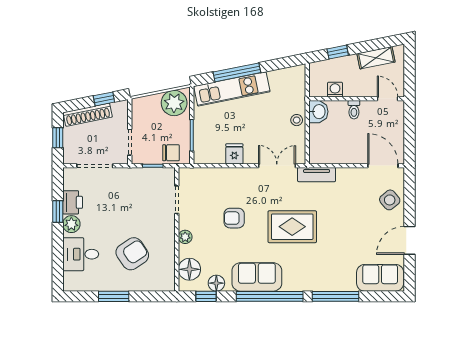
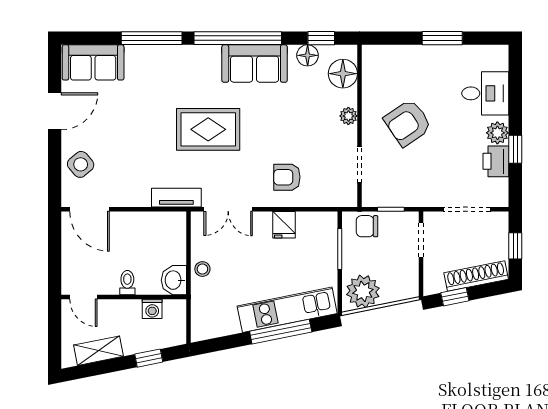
armchair: (234, 218) -> (287, 177), moved, turned 180
armchair: (132, 254) -> (408, 123), moved

